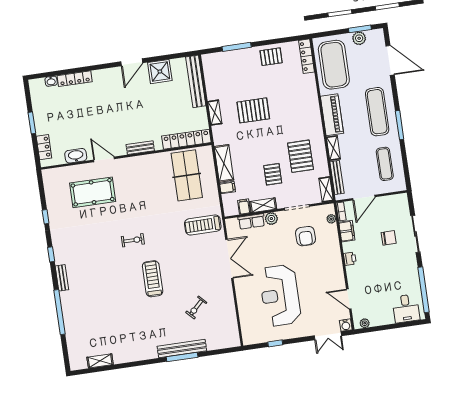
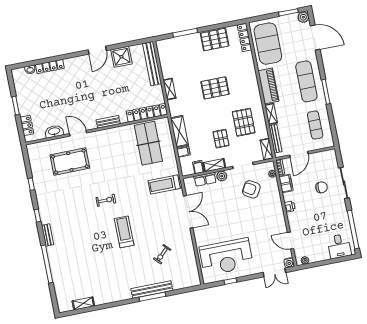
plant: (359, 38) -> (303, 17), moved
pallet: (271, 57) -> (215, 40), width x1.50, depth x1.42
pallet: (253, 110) -> (215, 88), moved
armchair: (306, 236) -> (251, 189), turned 120
reception desk: (280, 295) -> (226, 257), moved, turned -90

